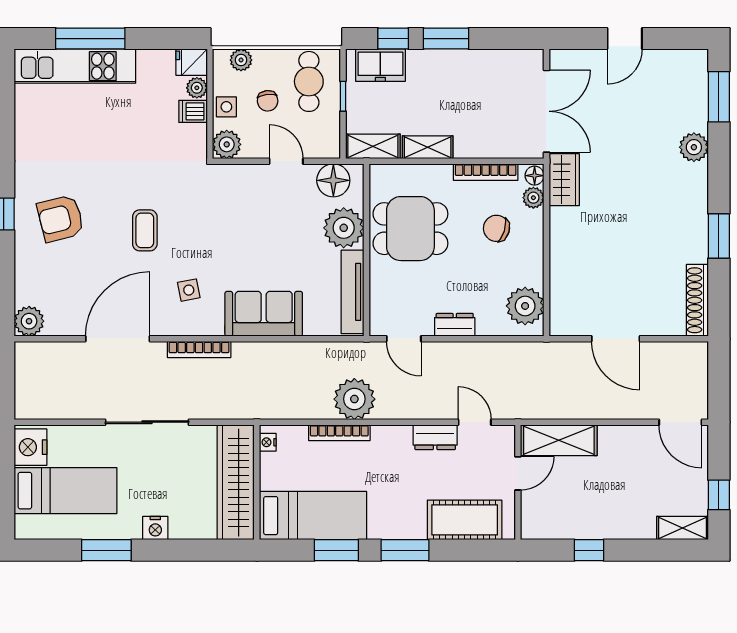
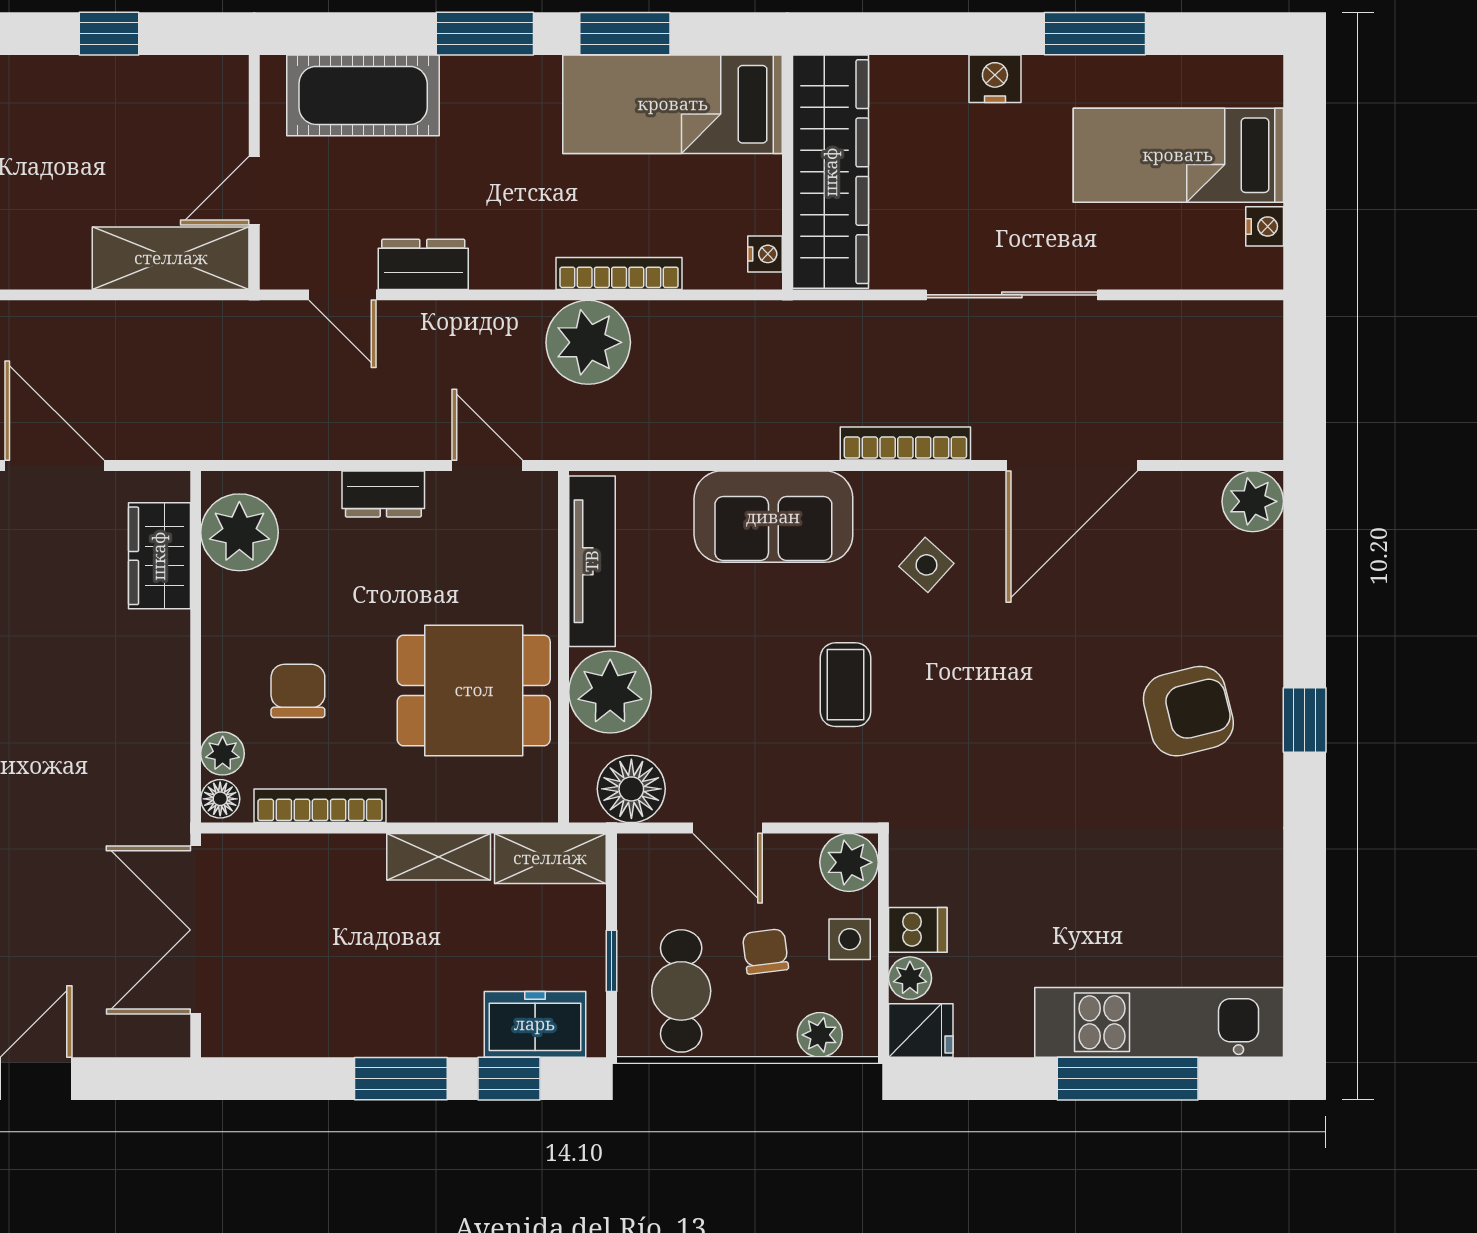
wardrobe: (564, 180) -> (159, 556), moved
chair: (496, 228) -> (298, 691), turned -107
coffee table: (145, 230) -> (845, 685), moved
side table: (189, 290) -> (926, 565), turned -37
nightstand: (30, 447) -> (1265, 226), width x0.53, depth x0.56

